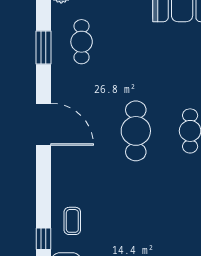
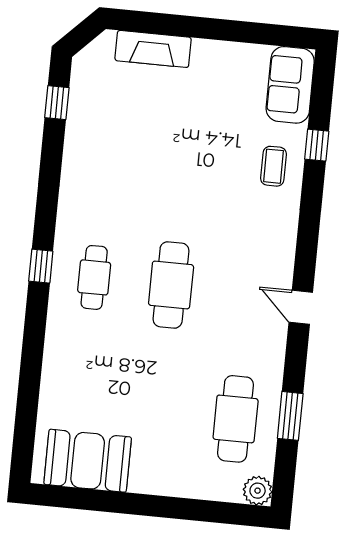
cafe table: (82, 42) -> (236, 419), width x1.37, depth x1.35
door: (44, 124) -> (301, 307), width x0.53

